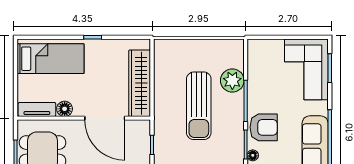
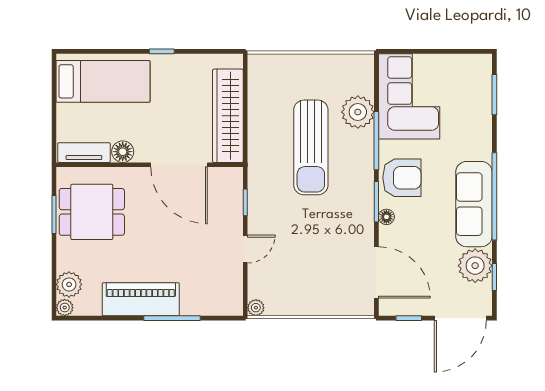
corner sofa: (306, 69) -> (409, 96), moved, turned 180

